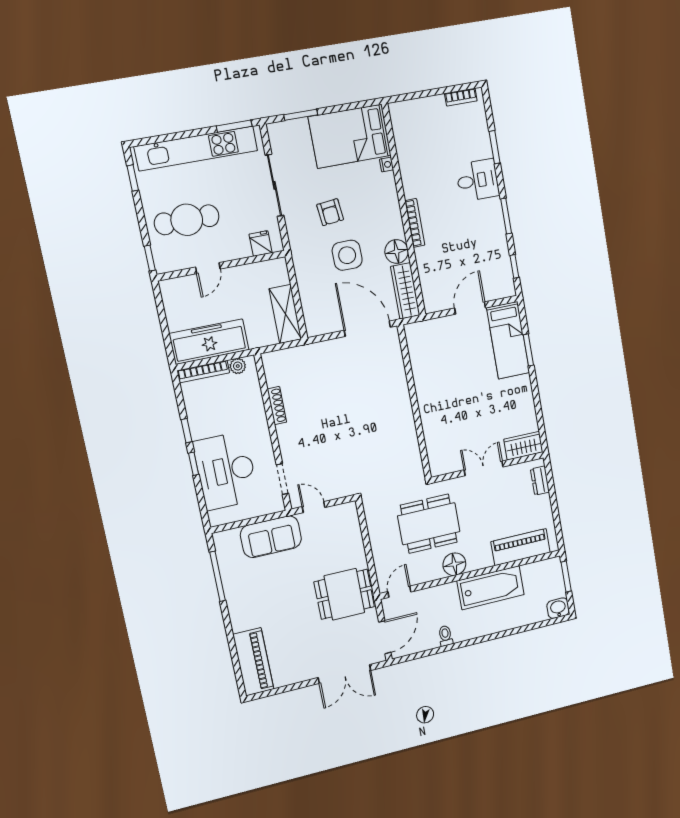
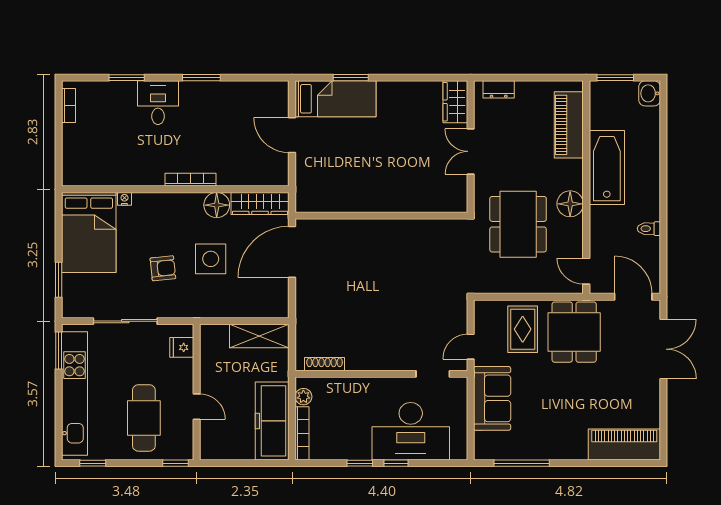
window: (514, 266) -> (257, 78), removed
shoe rack: (277, 406) -> (325, 364), moved
rug: (338, 549) -> (523, 329), added

